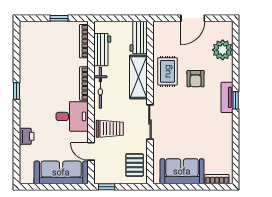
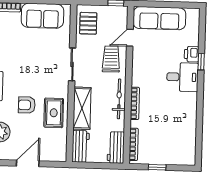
workbench: (102, 50) -> (116, 148), moved
armchair: (196, 79) -> (27, 105), turned -90
window: (17, 91) -> (201, 62), moved
desk: (72, 116) -> (183, 77), moved, turned 180
trolley: (110, 129) -> (111, 59), turned 90
door: (91, 151) -> (130, 38), swing flipped

